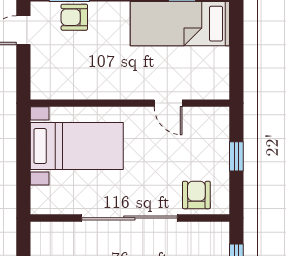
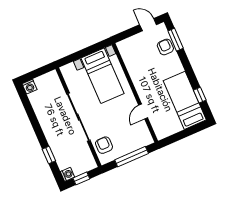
window: (236, 156) -> (132, 157), width x2.17
armchair: (196, 195) -> (104, 145), turned -90

